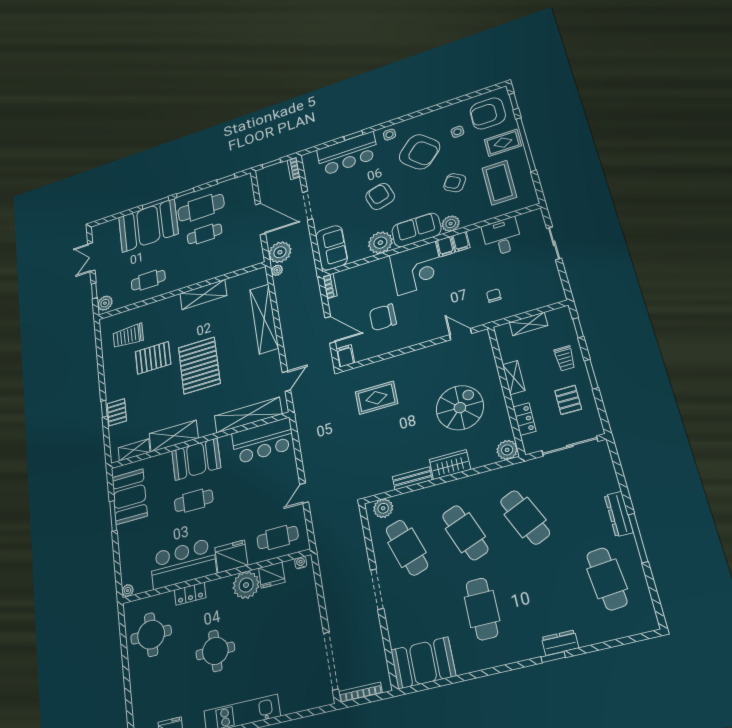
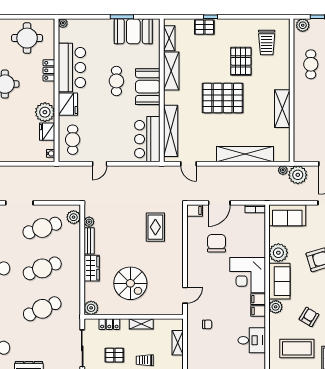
trolley: (128, 336) -> (267, 42), turned 180
plant: (385, 486) -> (89, 222), added
door: (304, 493) -> (100, 164), swing flipped

